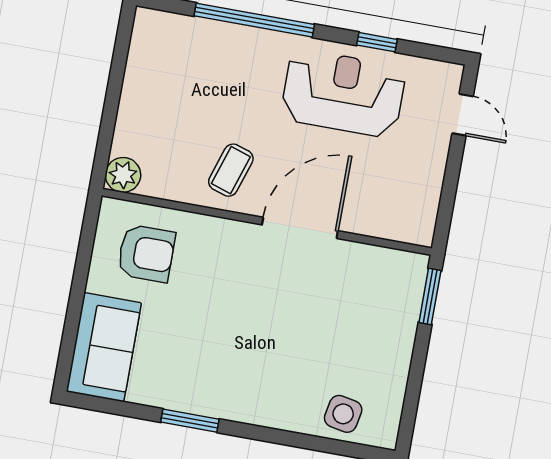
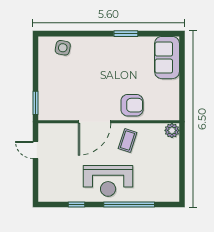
reception desk: (343, 93) -> (108, 181), moved
door: (463, 115) -> (35, 150), moved
armchair: (146, 253) -> (132, 105), moved, turned 180

